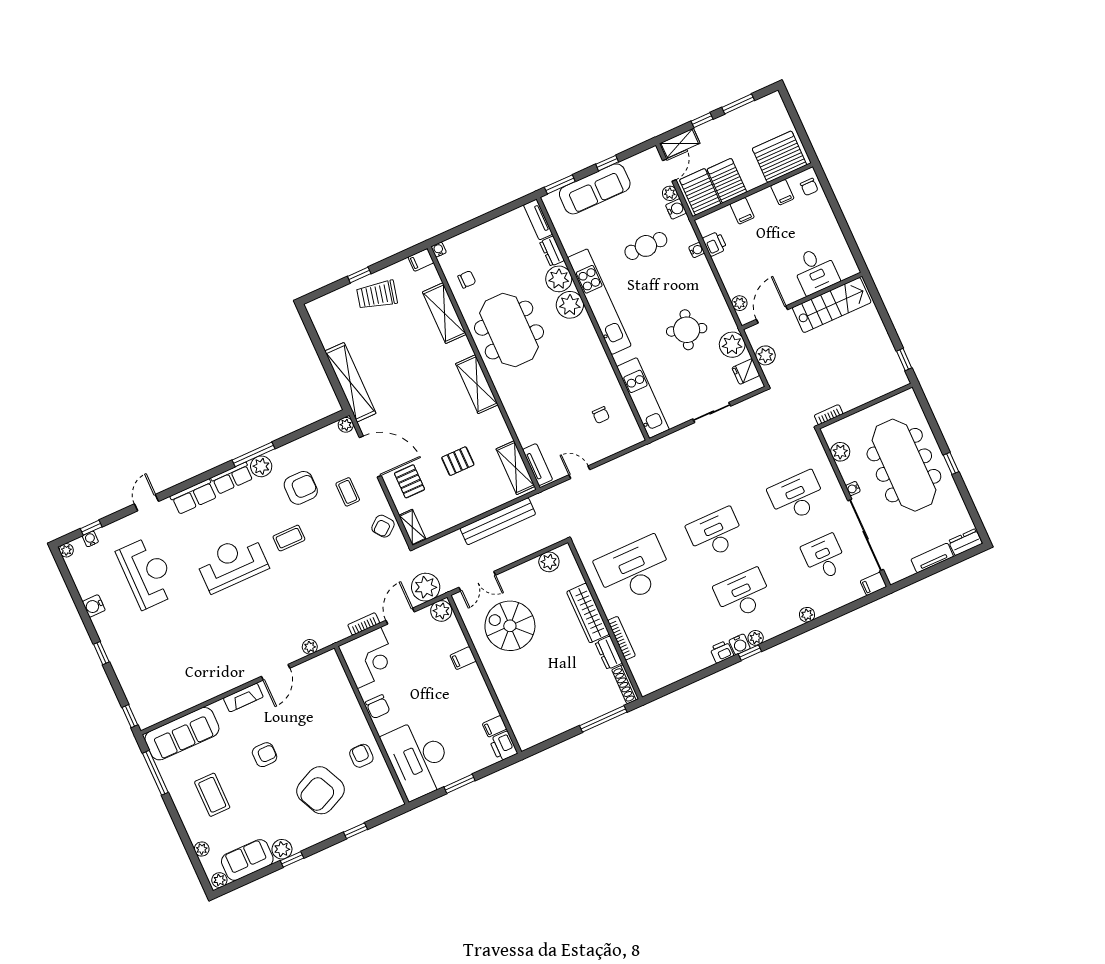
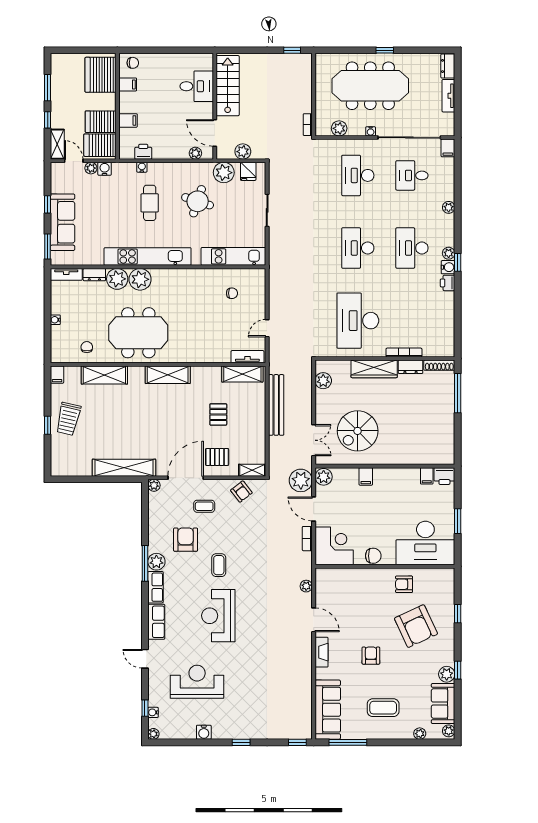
cafe table: (646, 246) -> (150, 203), moved
water cooler: (439, 250) -> (55, 320), moved

